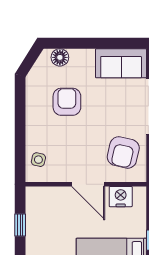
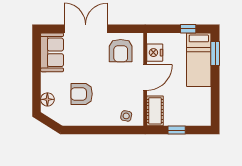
armchair: (123, 152) -> (121, 51), turned 77
cot: (45, 197) -> (155, 111), added

